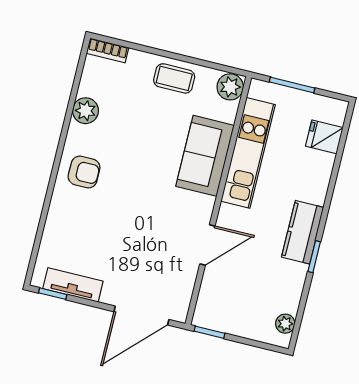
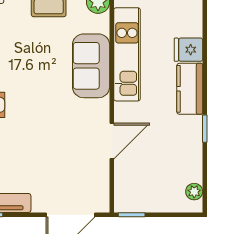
fridge: (324, 137) -> (188, 50), moved
kitchen counter: (303, 232) -> (190, 89), moved

